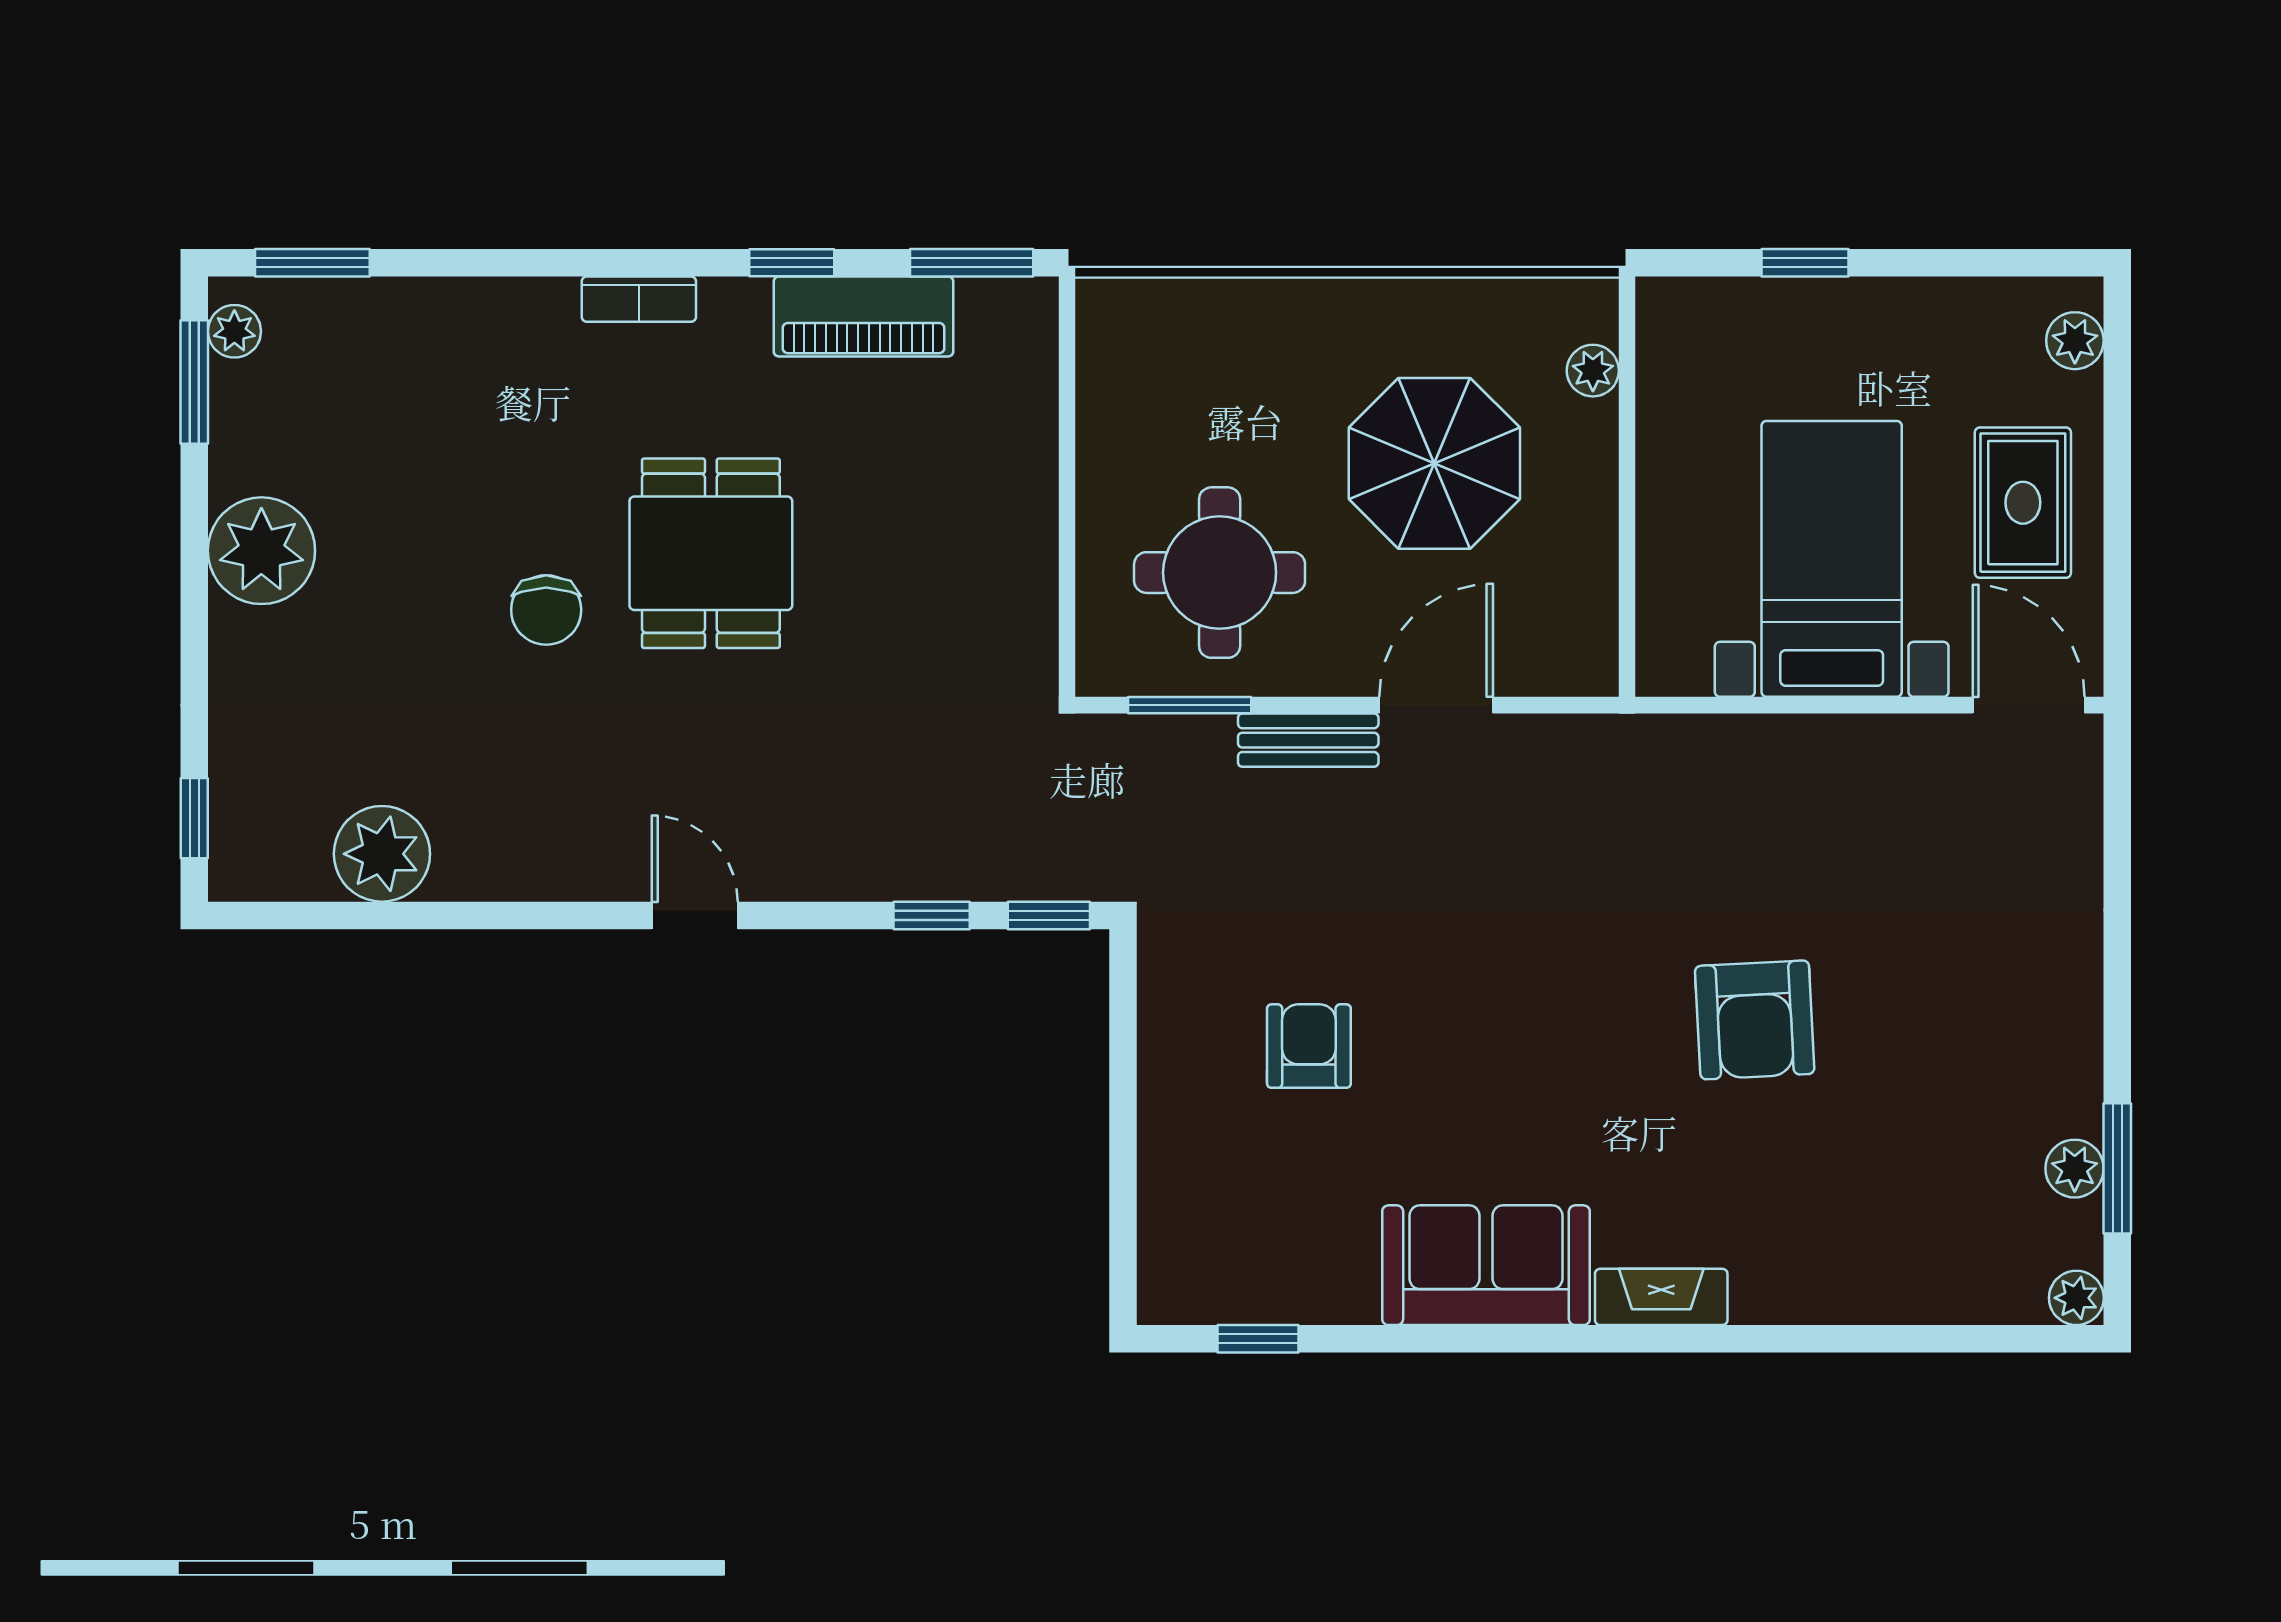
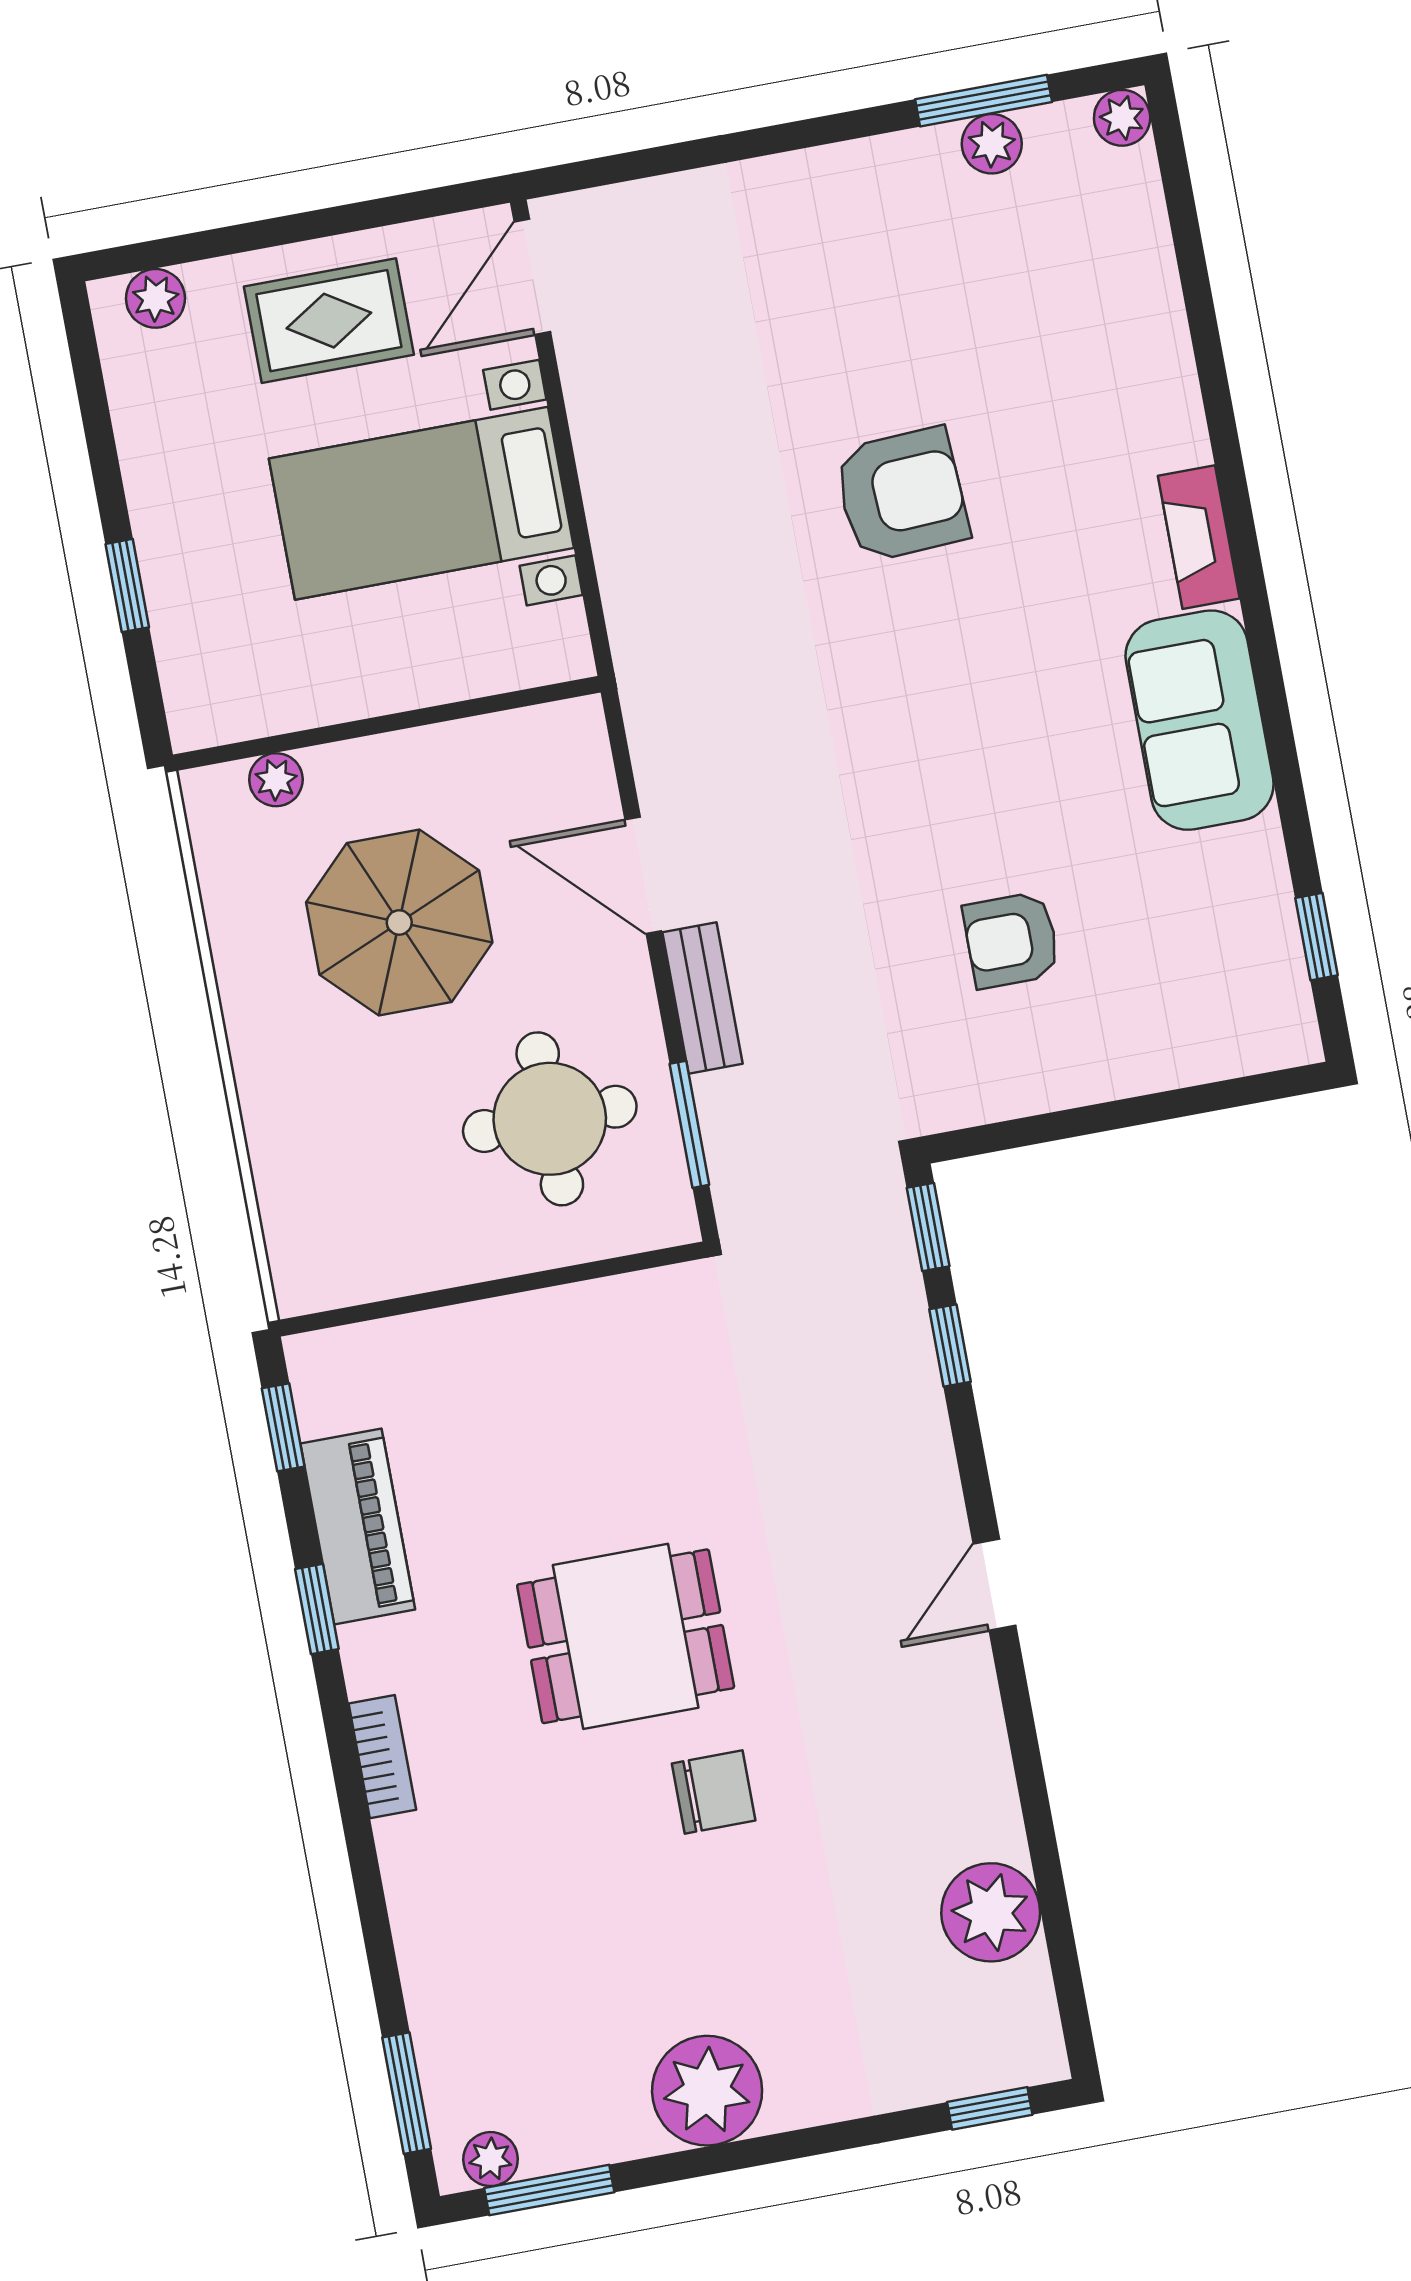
window: (972, 263) -> (283, 1427), width x0.67

